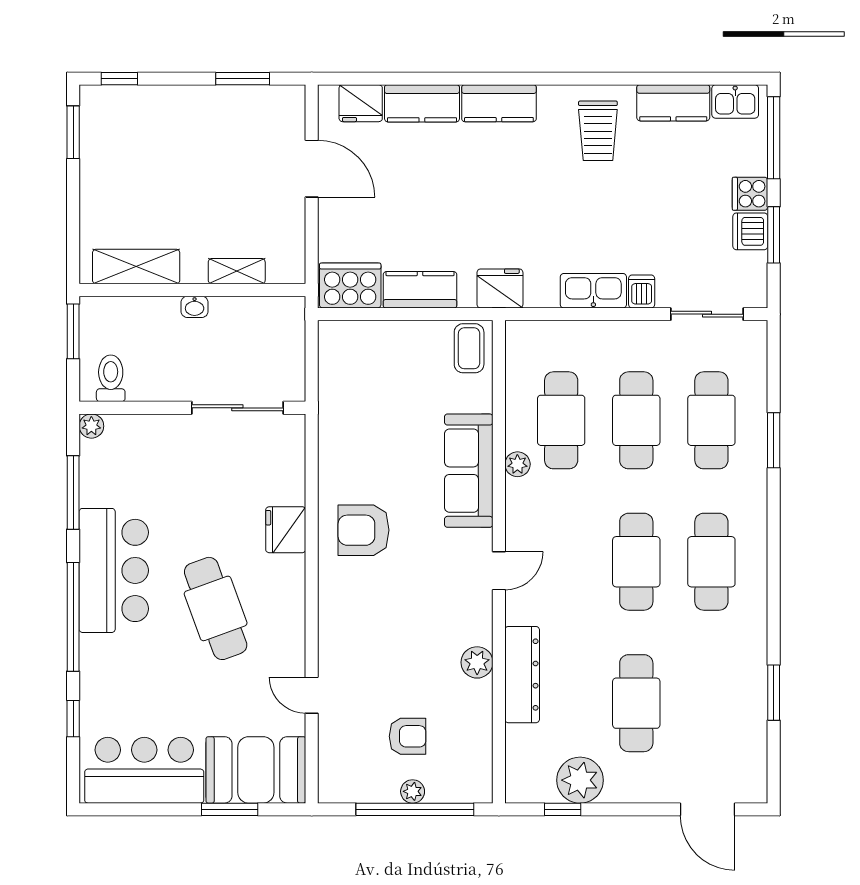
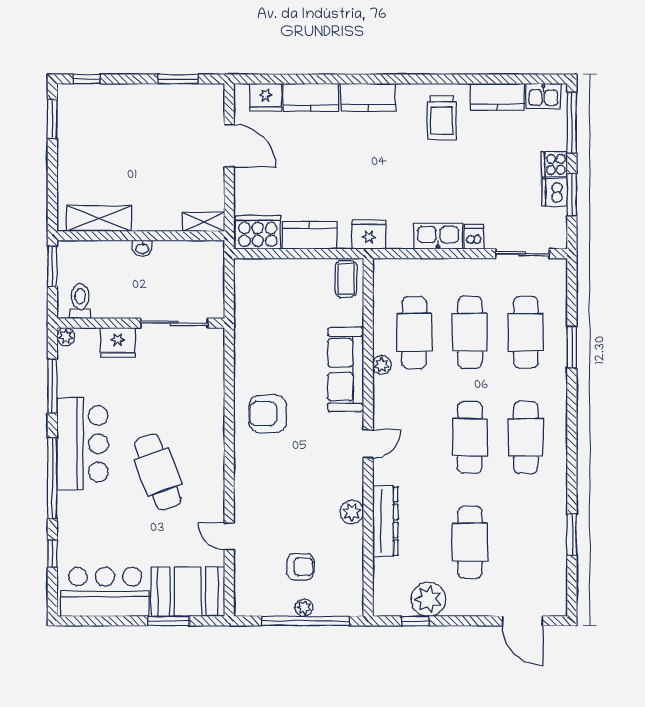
shelving: (237, 271) -> (204, 222), moved
fridge: (286, 530) -> (118, 342), moved, turned -90

